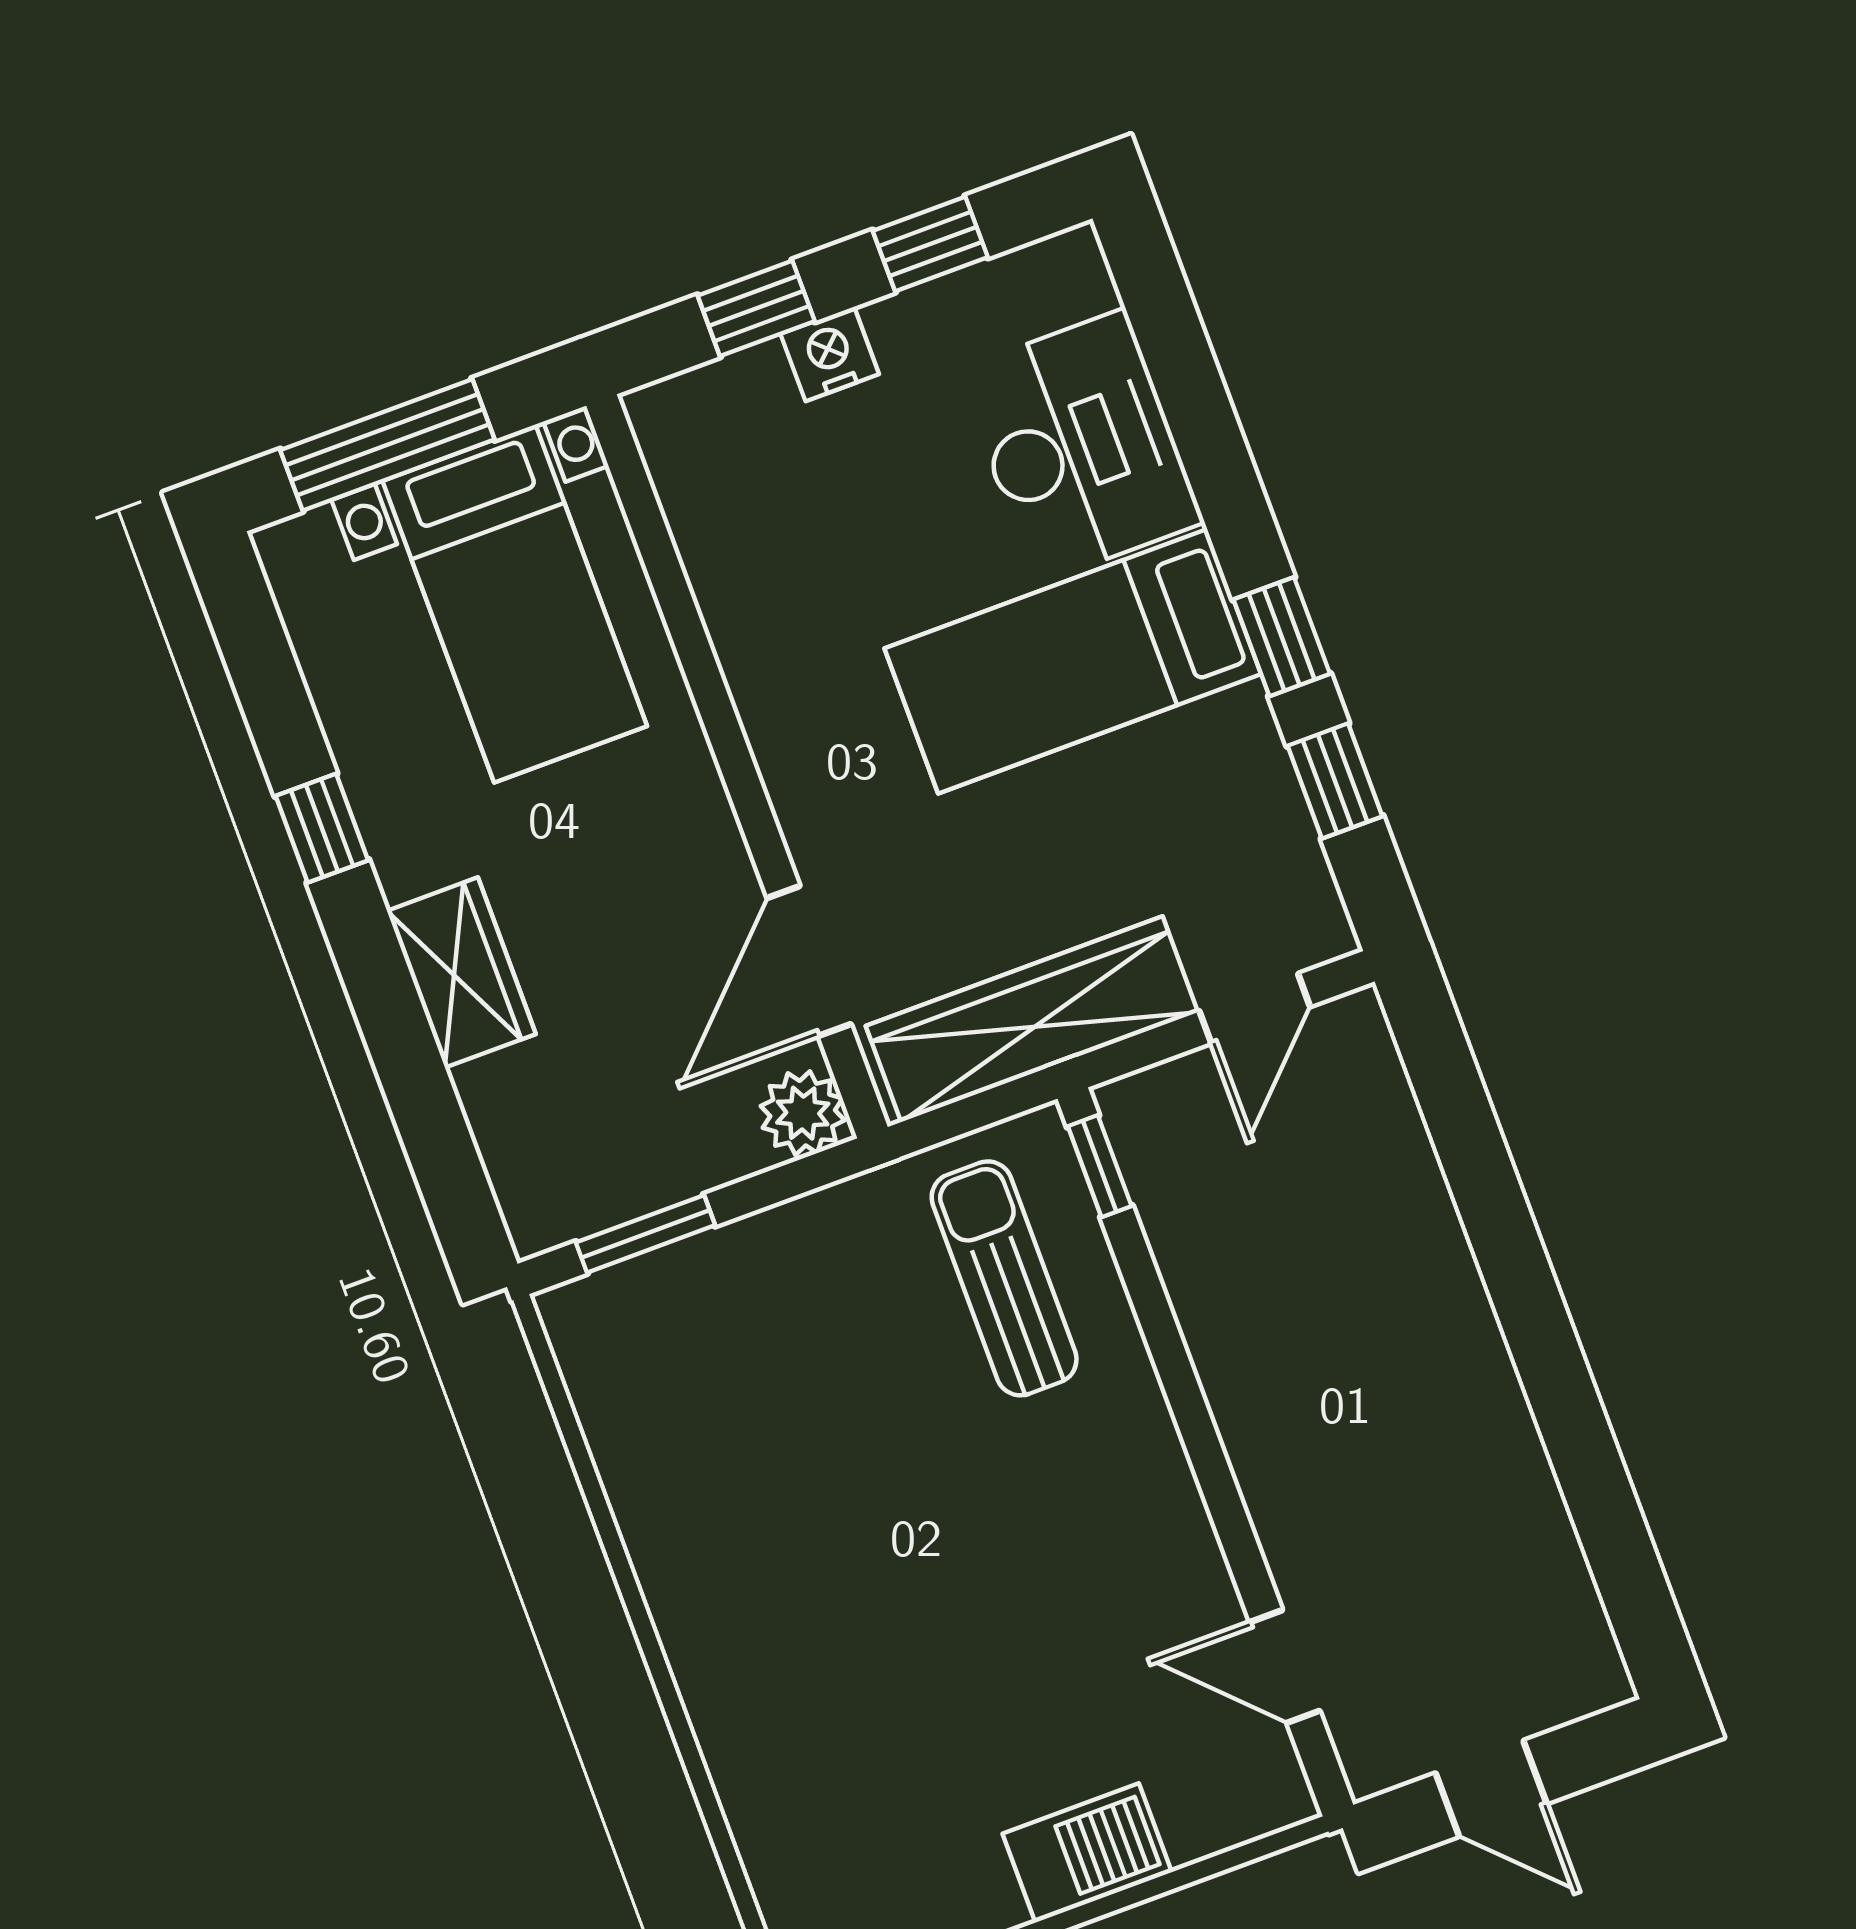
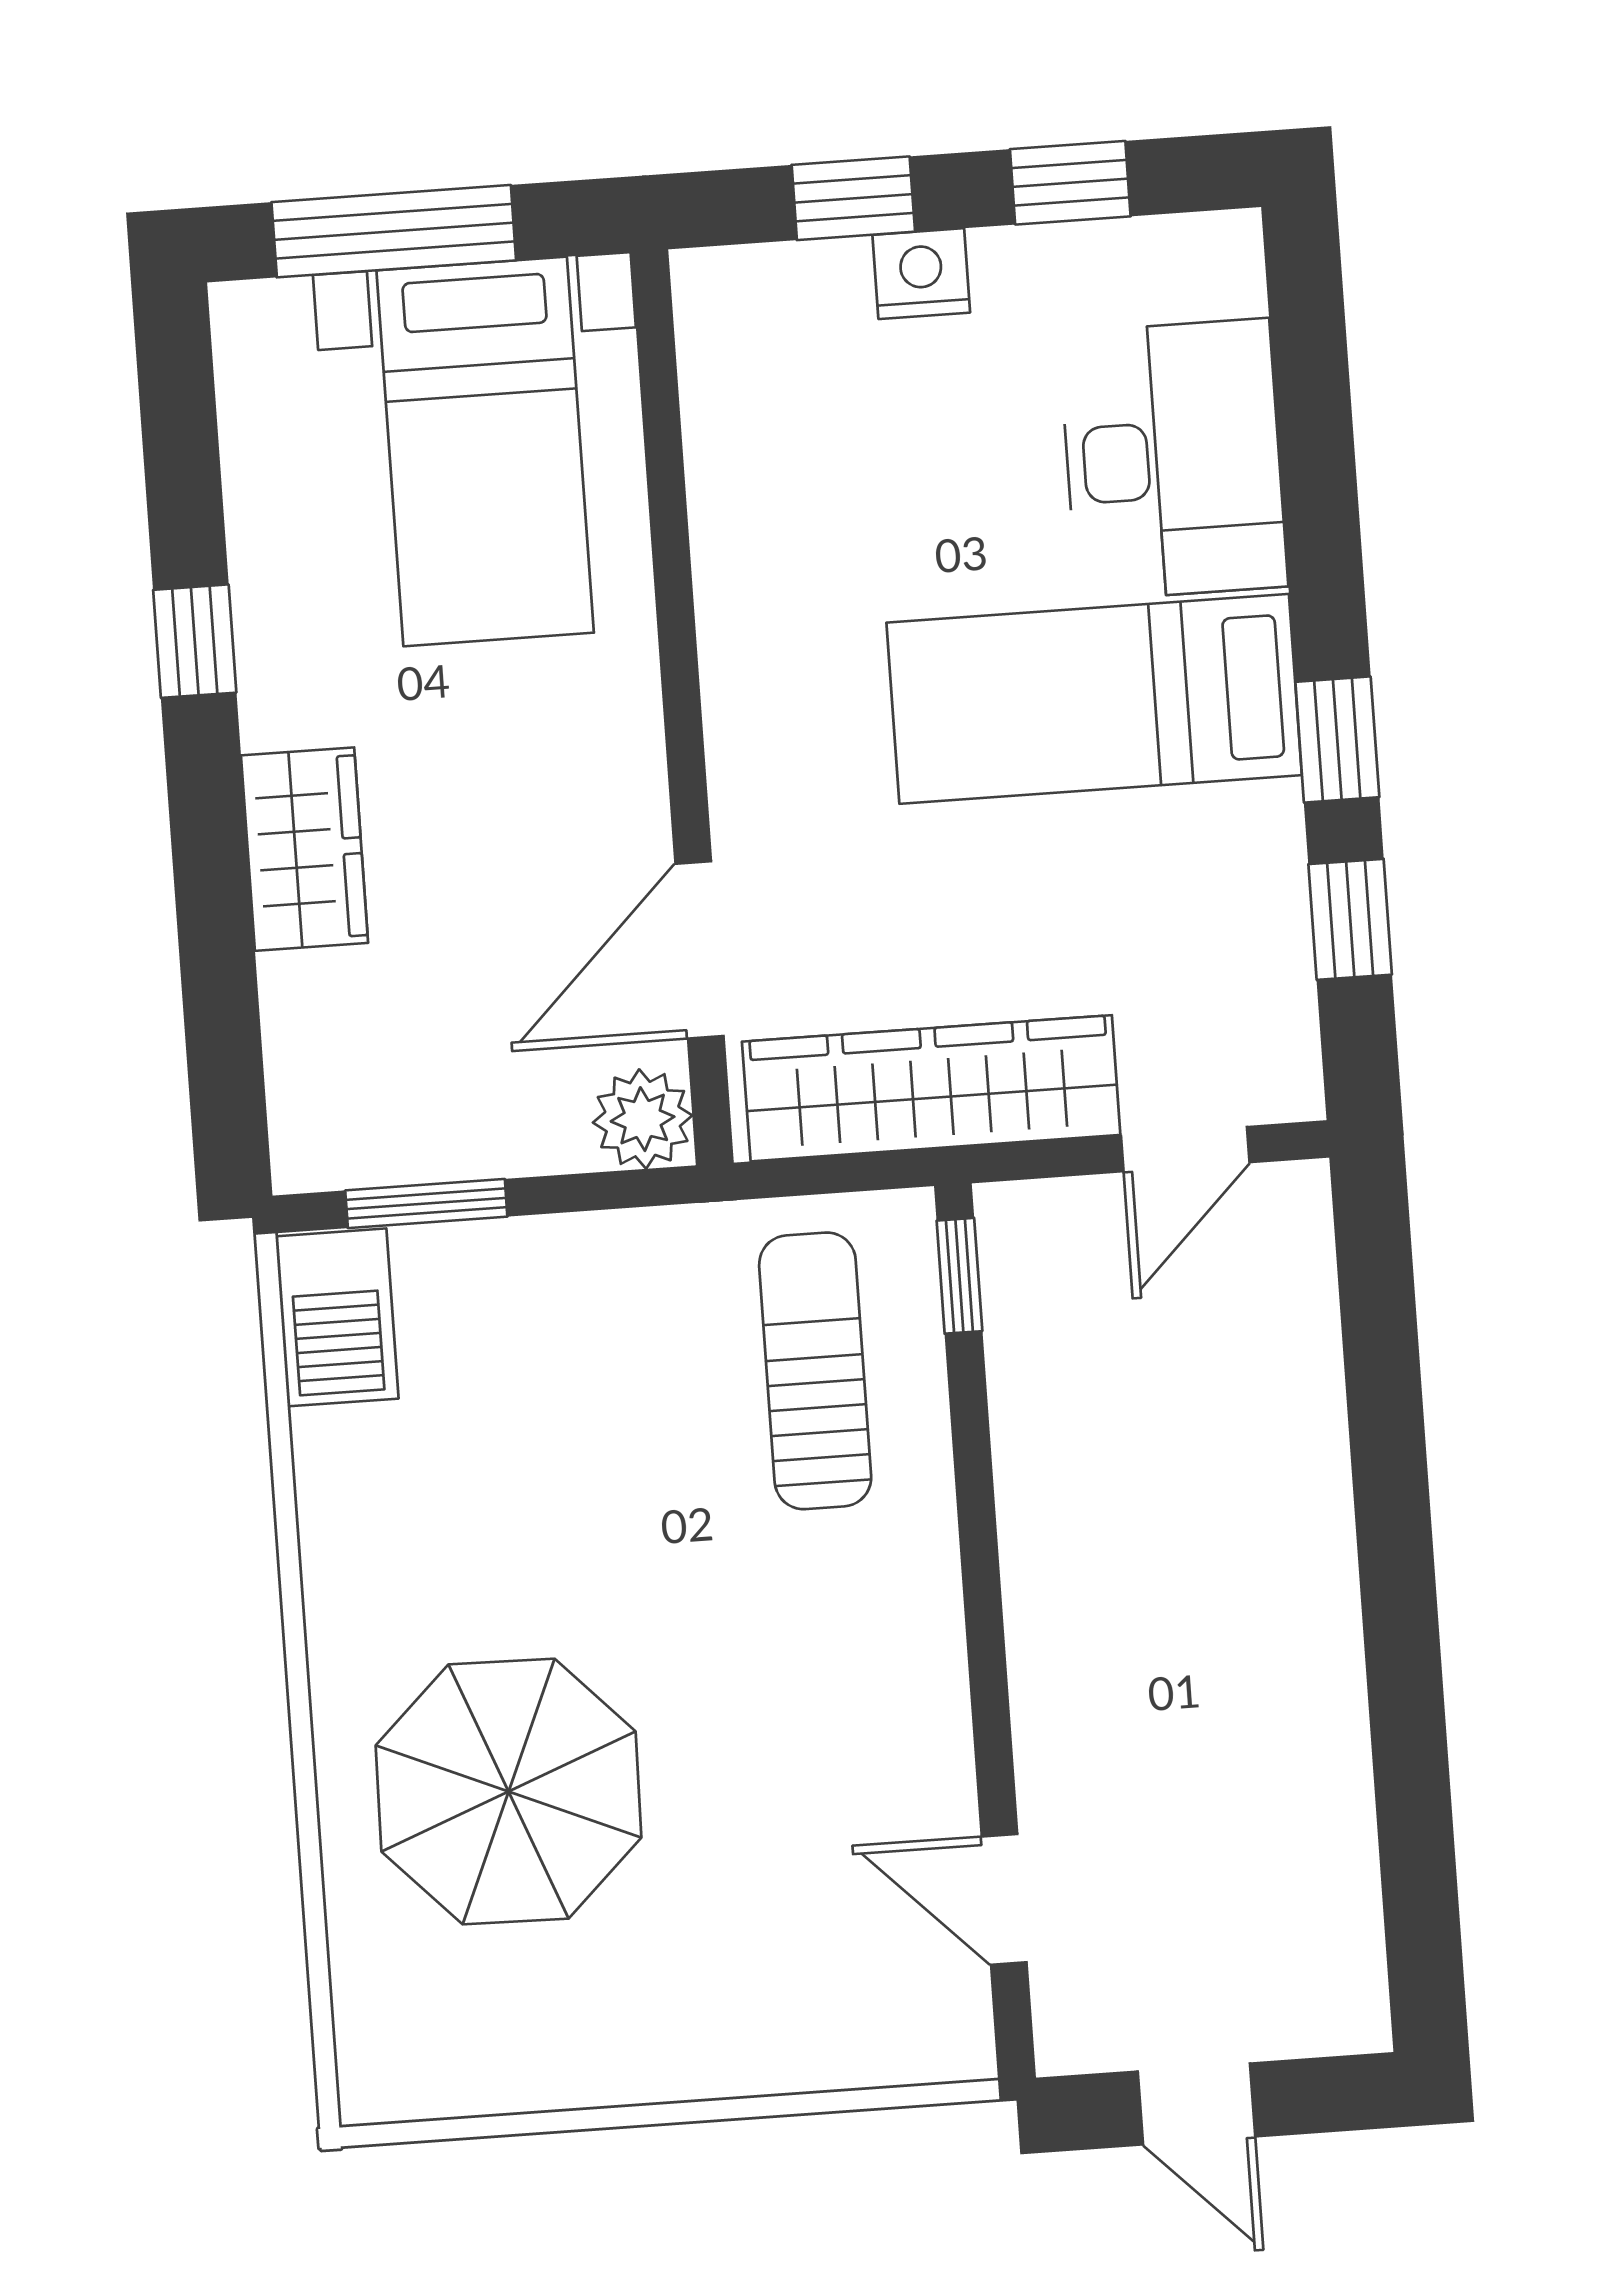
parasol: (853, 1696) -> (509, 1792), added
barbecue: (1087, 1853) -> (337, 1317), moved, turned 90

